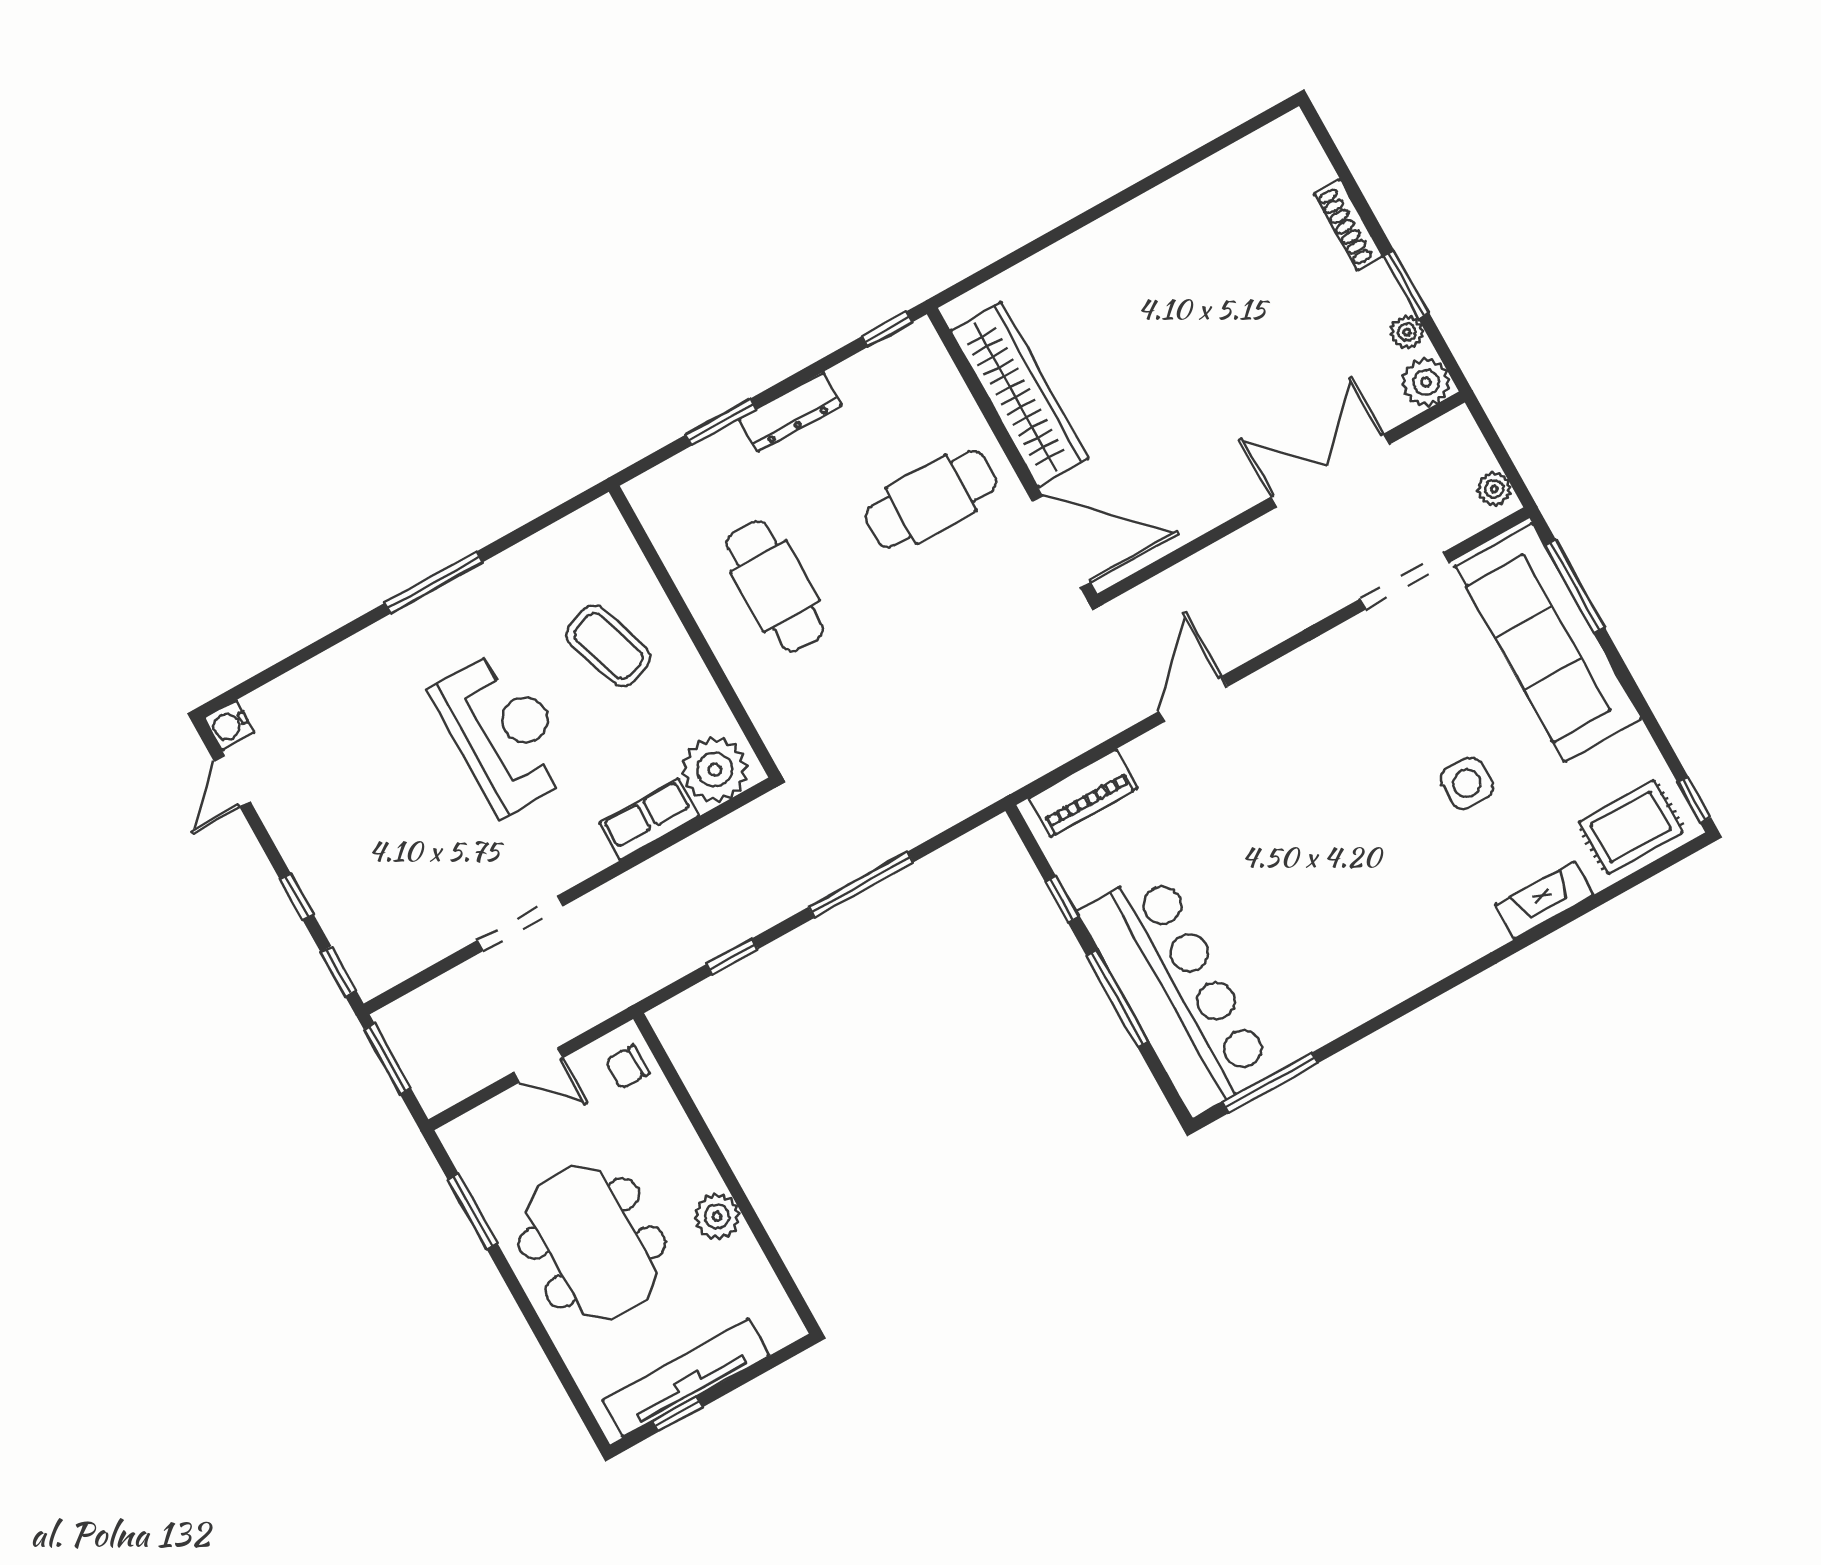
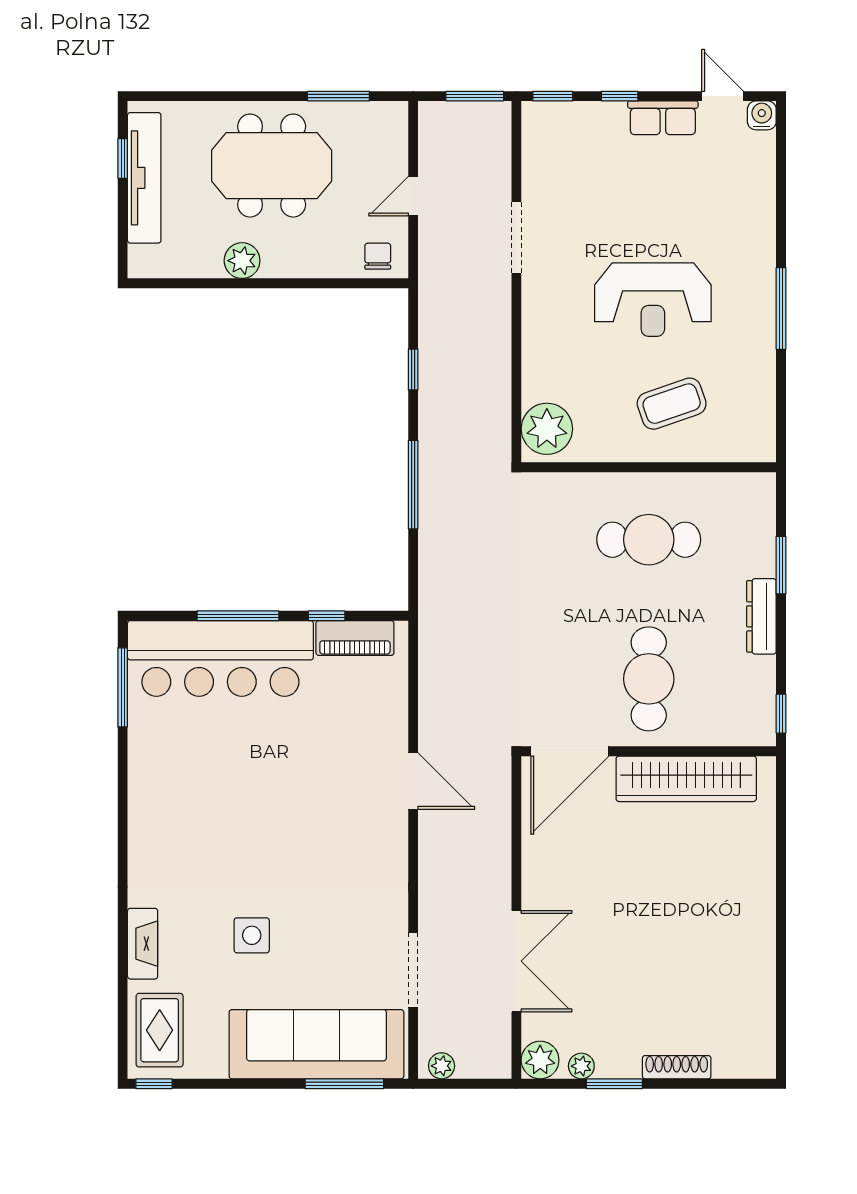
piano: (1083, 793) -> (355, 638), moved, turned -90
row of seats: (649, 819) -> (663, 118), moved, turned 90

